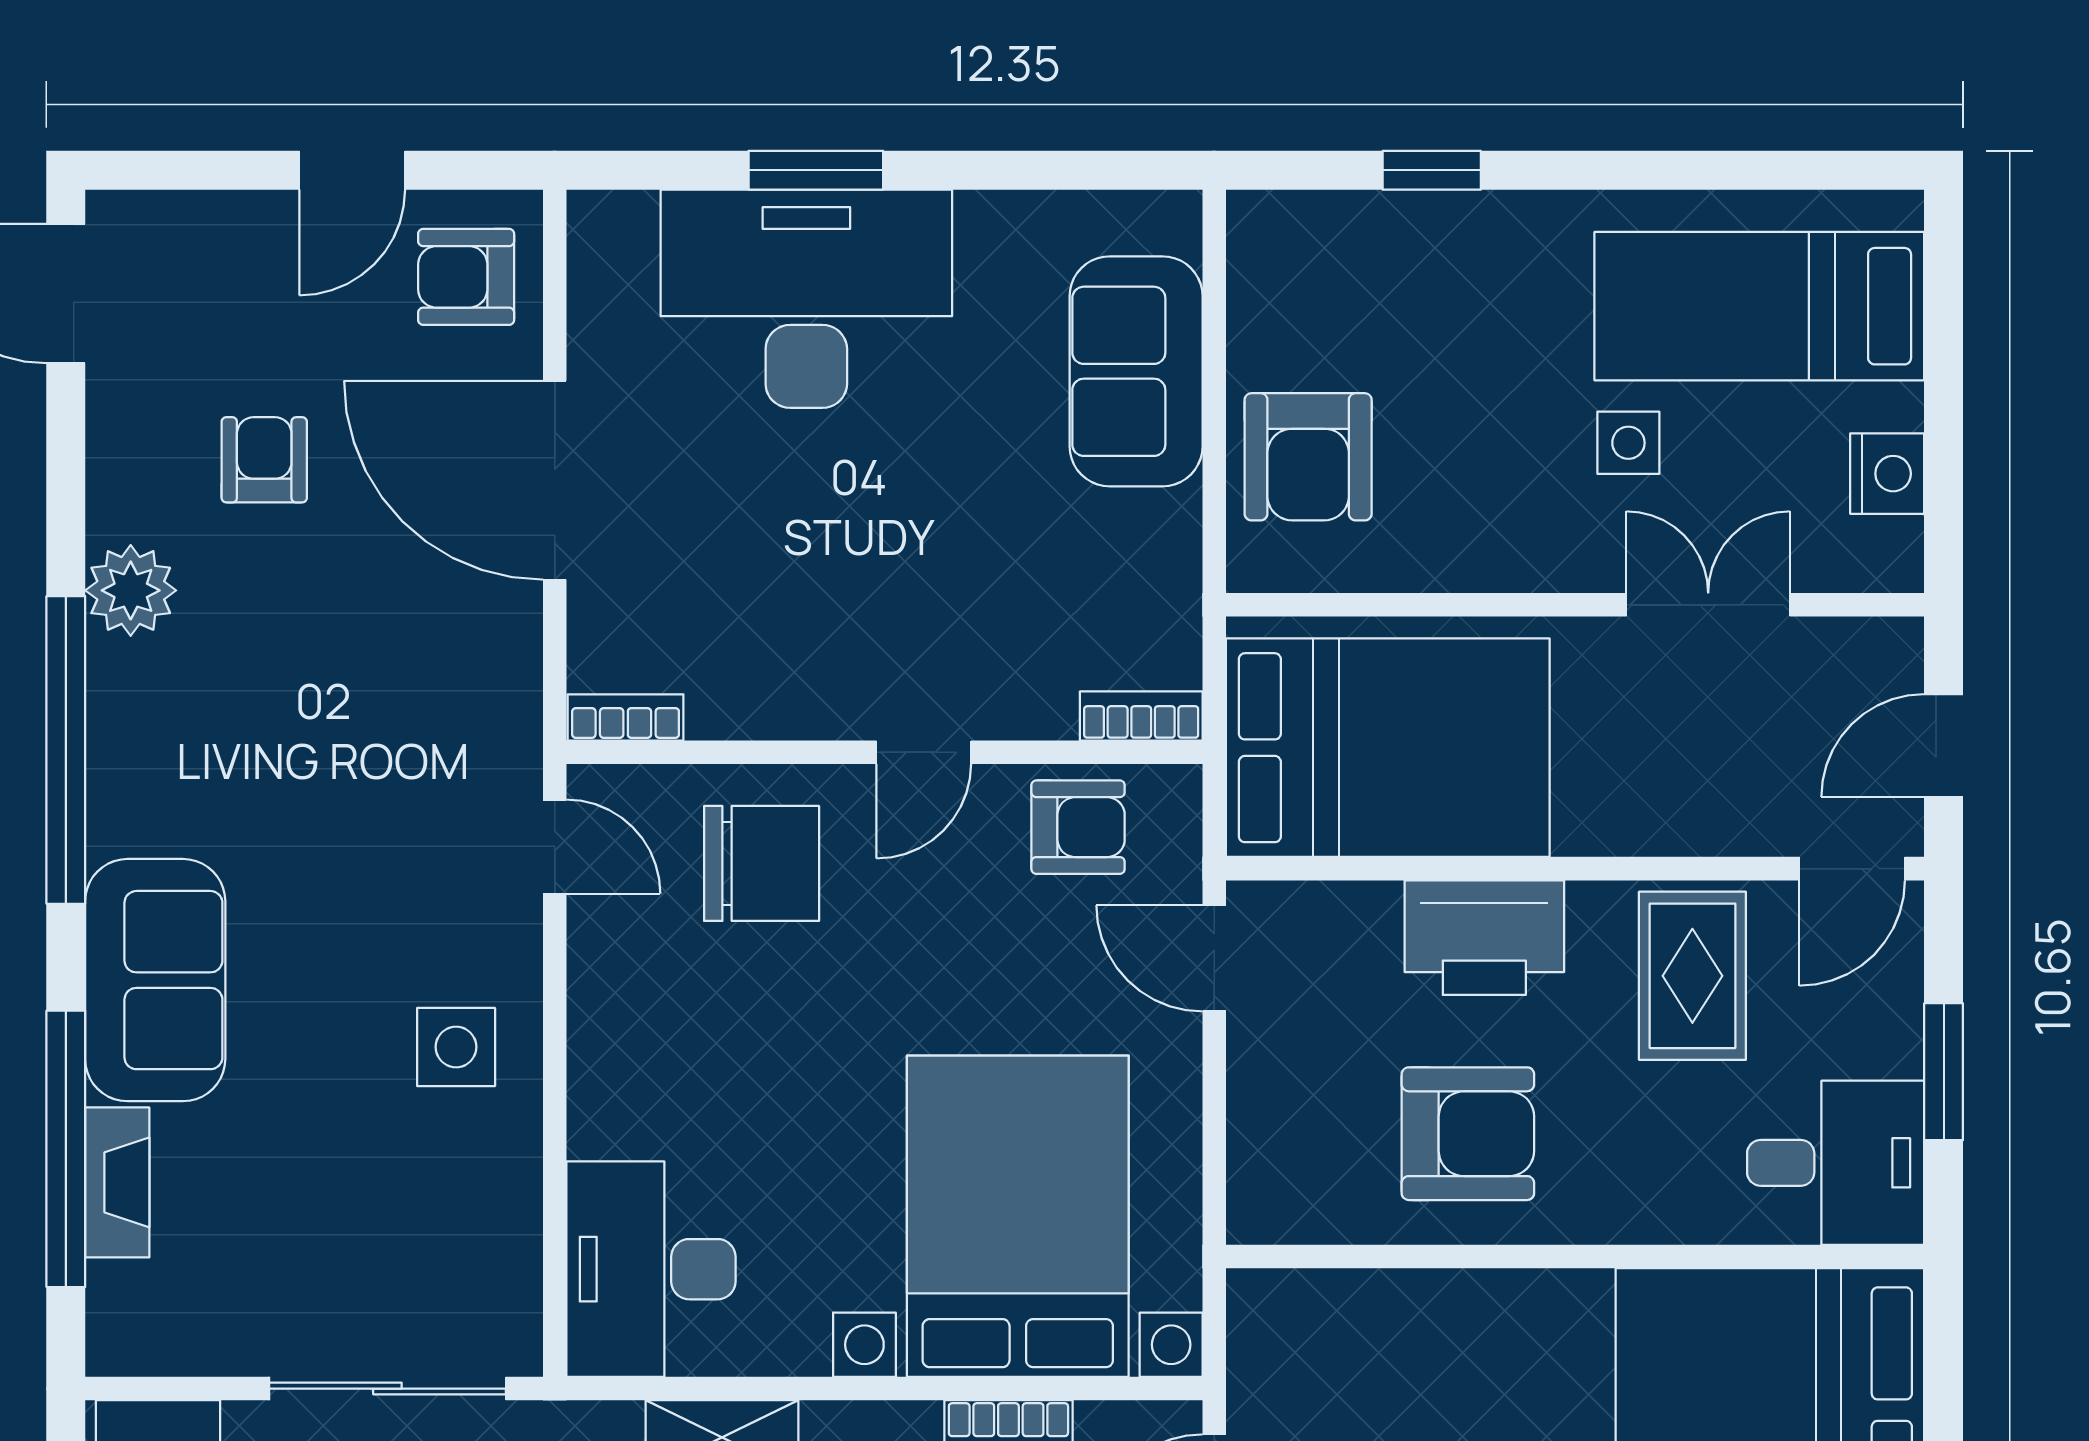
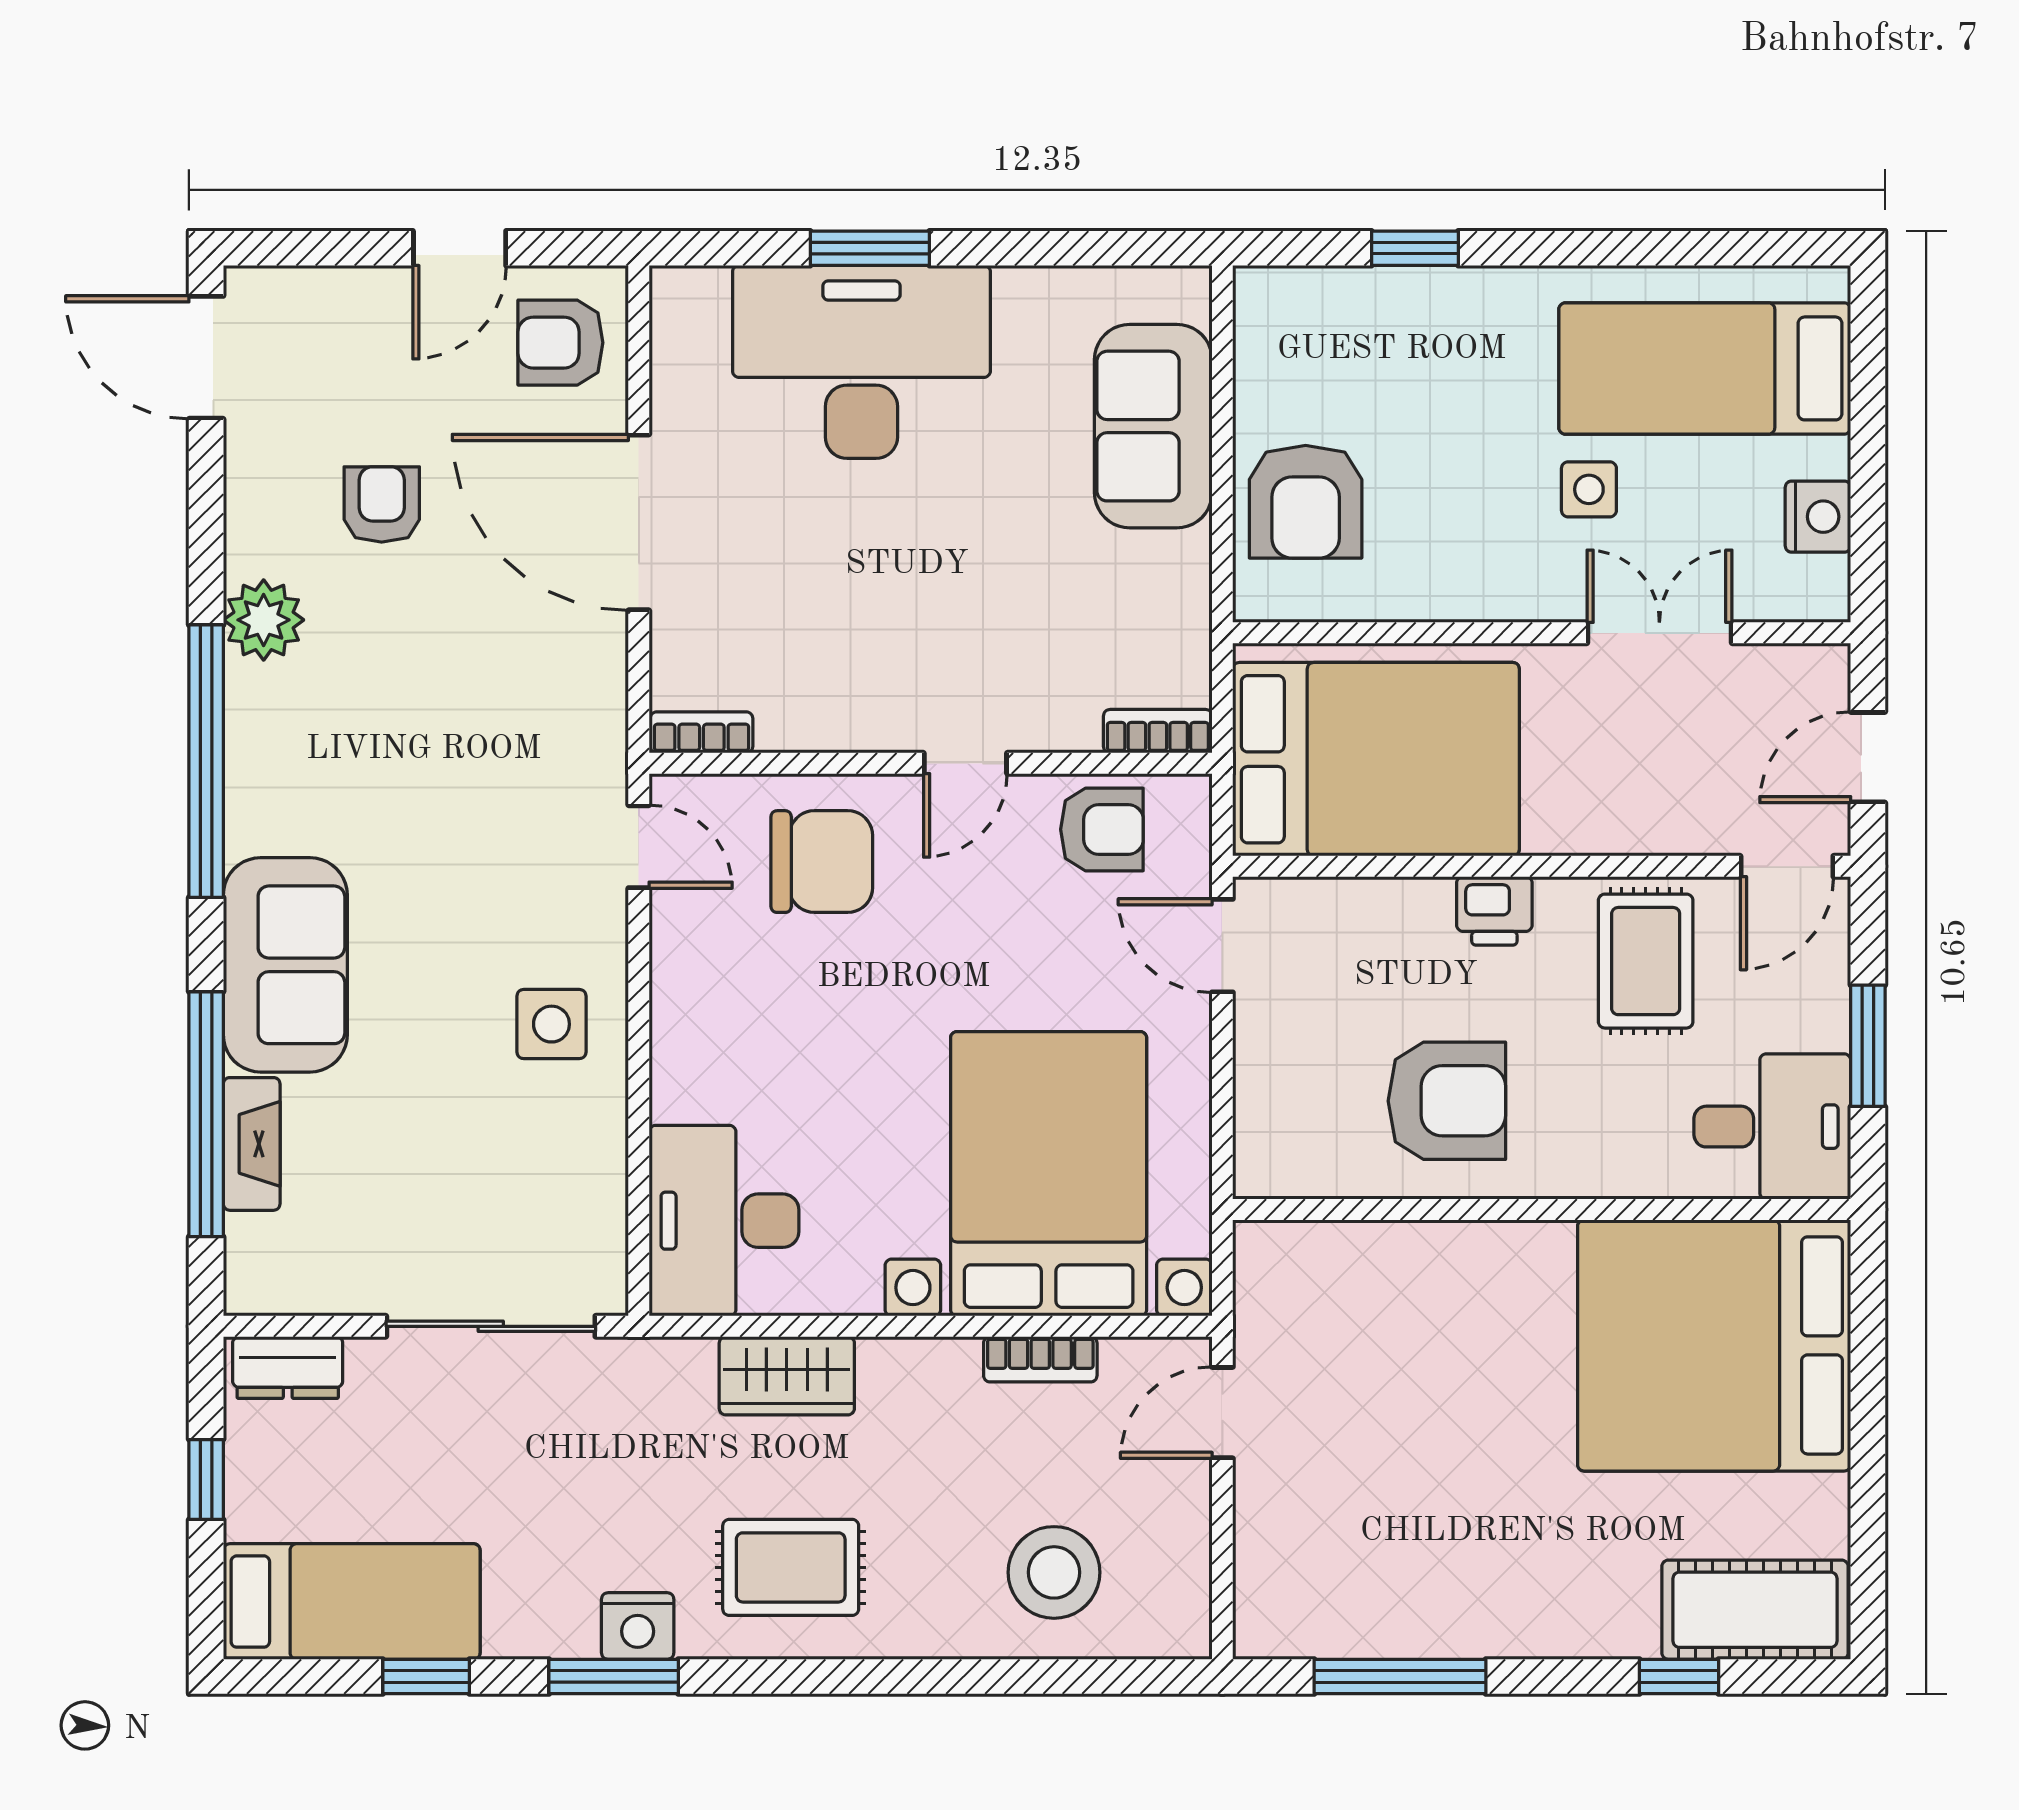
printer: (1484, 938) -> (1494, 911), width x0.53, depth x0.68

